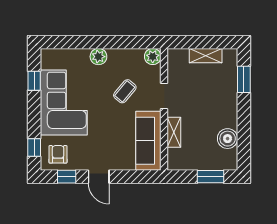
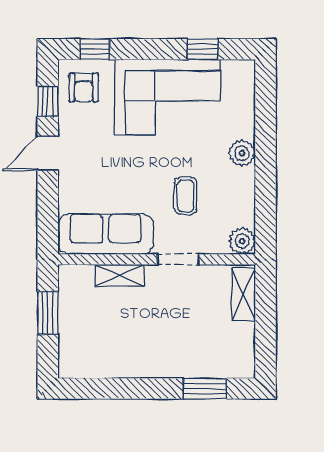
shelving: (206, 56) -> (244, 294), moved
coffee table: (125, 91) -> (186, 196), turned 50
boiler: (228, 139) -> (109, 362), removed
armchair: (58, 154) -> (84, 88), turned 90
window: (211, 177) -> (48, 313), moved

